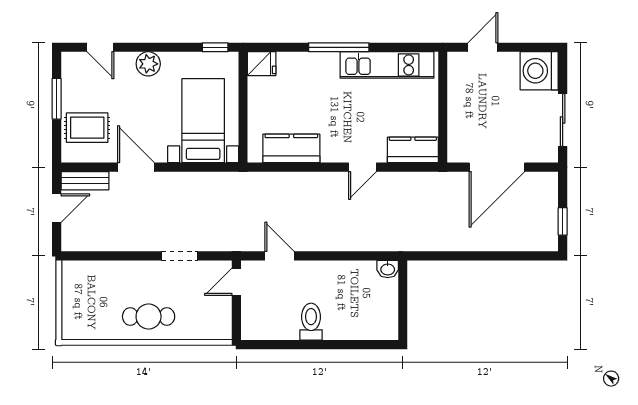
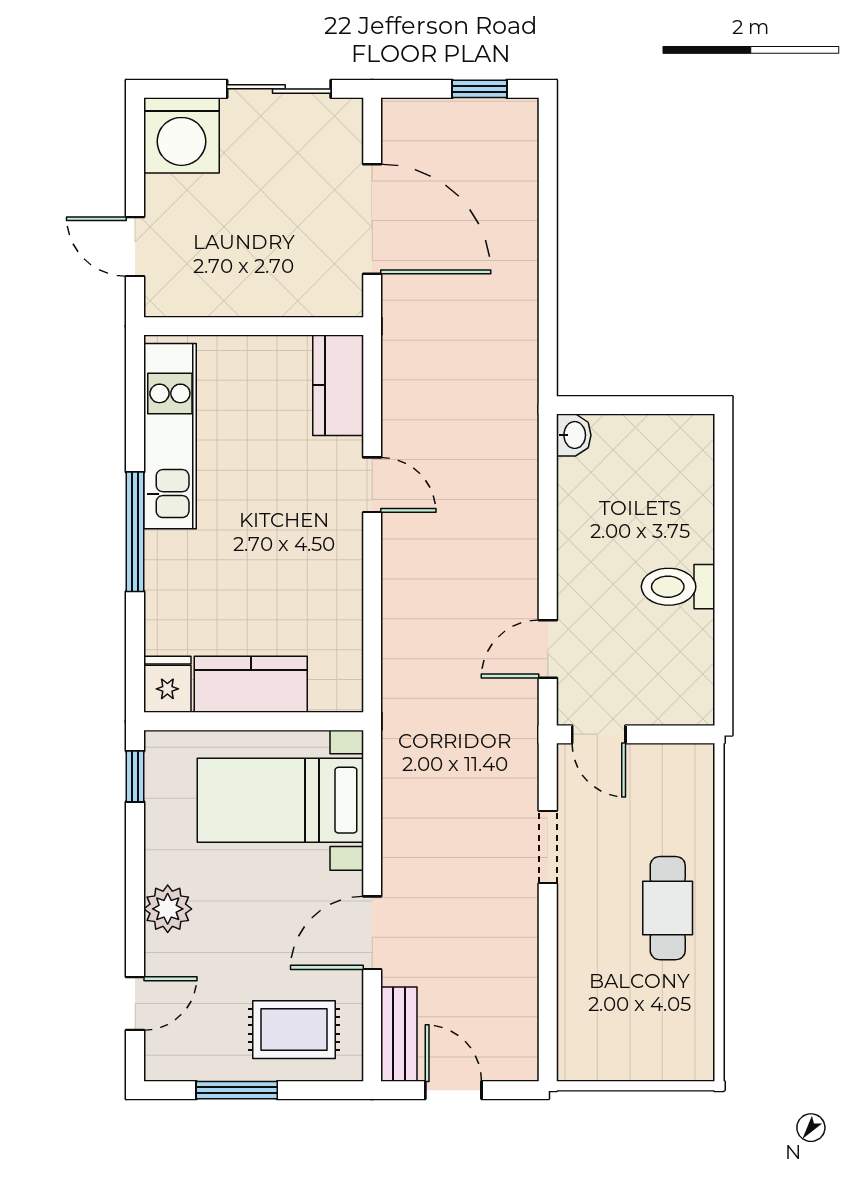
rug: (87, 128) -> (294, 1030), turned 90
kitchen counter: (291, 148) -> (251, 684), moved, turned 90

